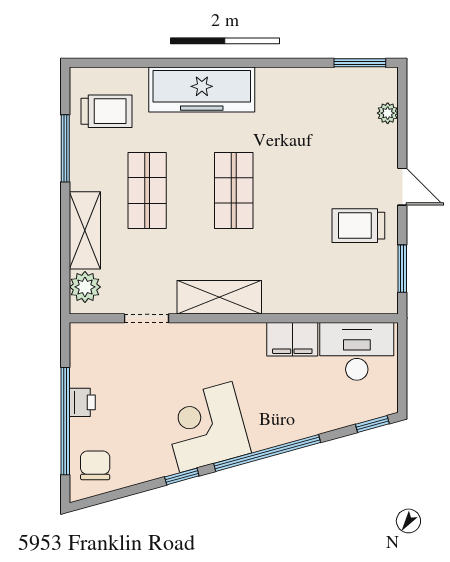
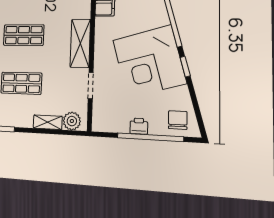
shelving: (85, 230) -> (48, 122), width x0.67, depth x0.75
corner desk: (206, 427) -> (149, 61), width x1.36, depth x1.36
chair: (95, 465) -> (178, 120), turned 90

